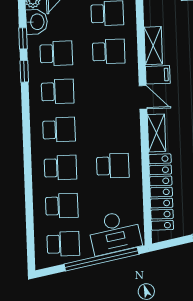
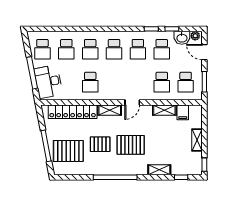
filing cabinet: (158, 75) -> (183, 112), moved
window: (101, 259) -> (32, 73), width x0.68

